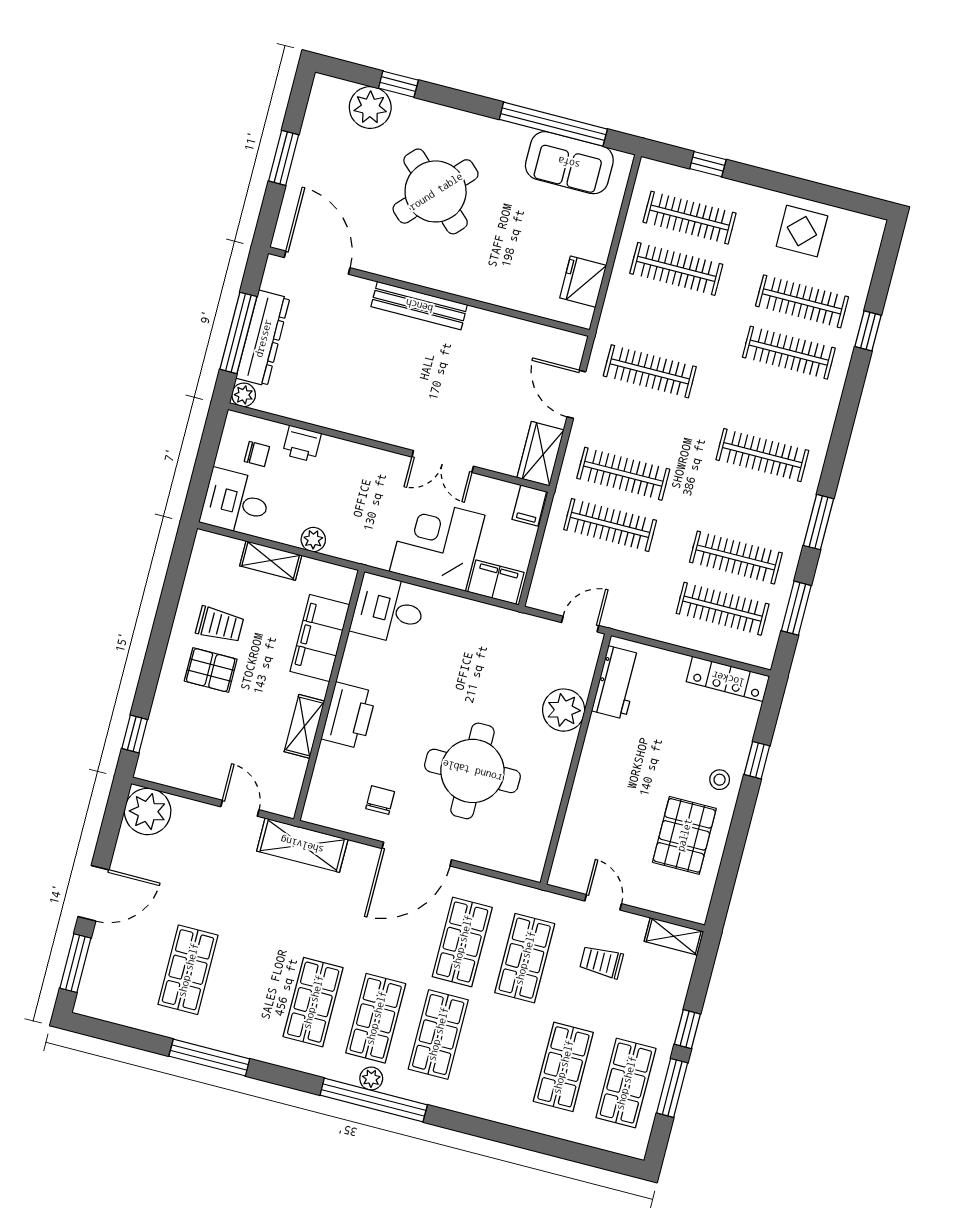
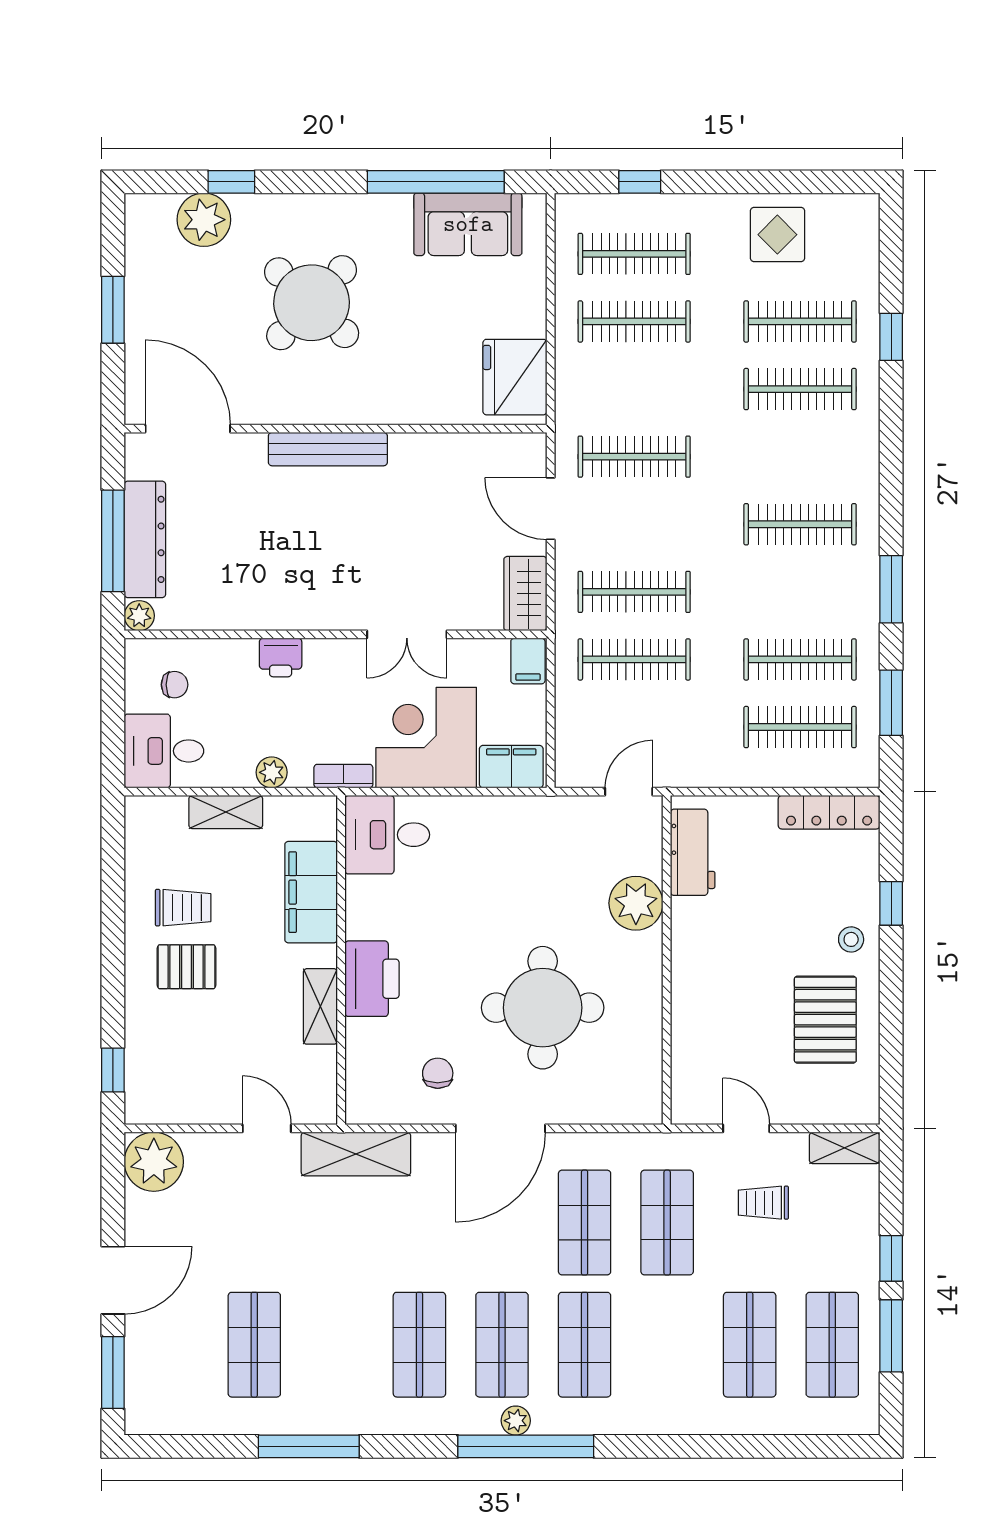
fridge: (583, 282) -> (515, 377), width x1.36, depth x1.34
printer: (302, 444) -> (281, 657), moved
bookcase: (367, 556) -> (343, 776), added

